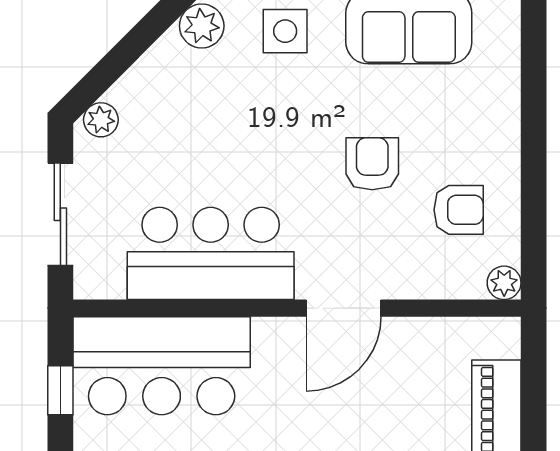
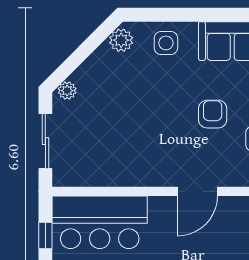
bar counter: (211, 253) -> (126, 162), removed

